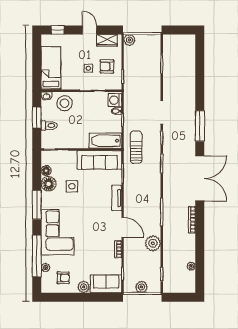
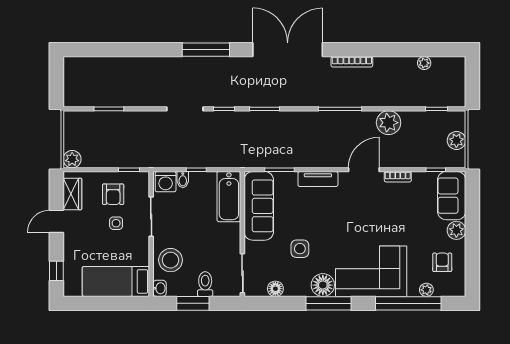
sun lounger: (136, 147) -> (239, 149), removed
floor lamp: (49, 184) -> (323, 285), moved

